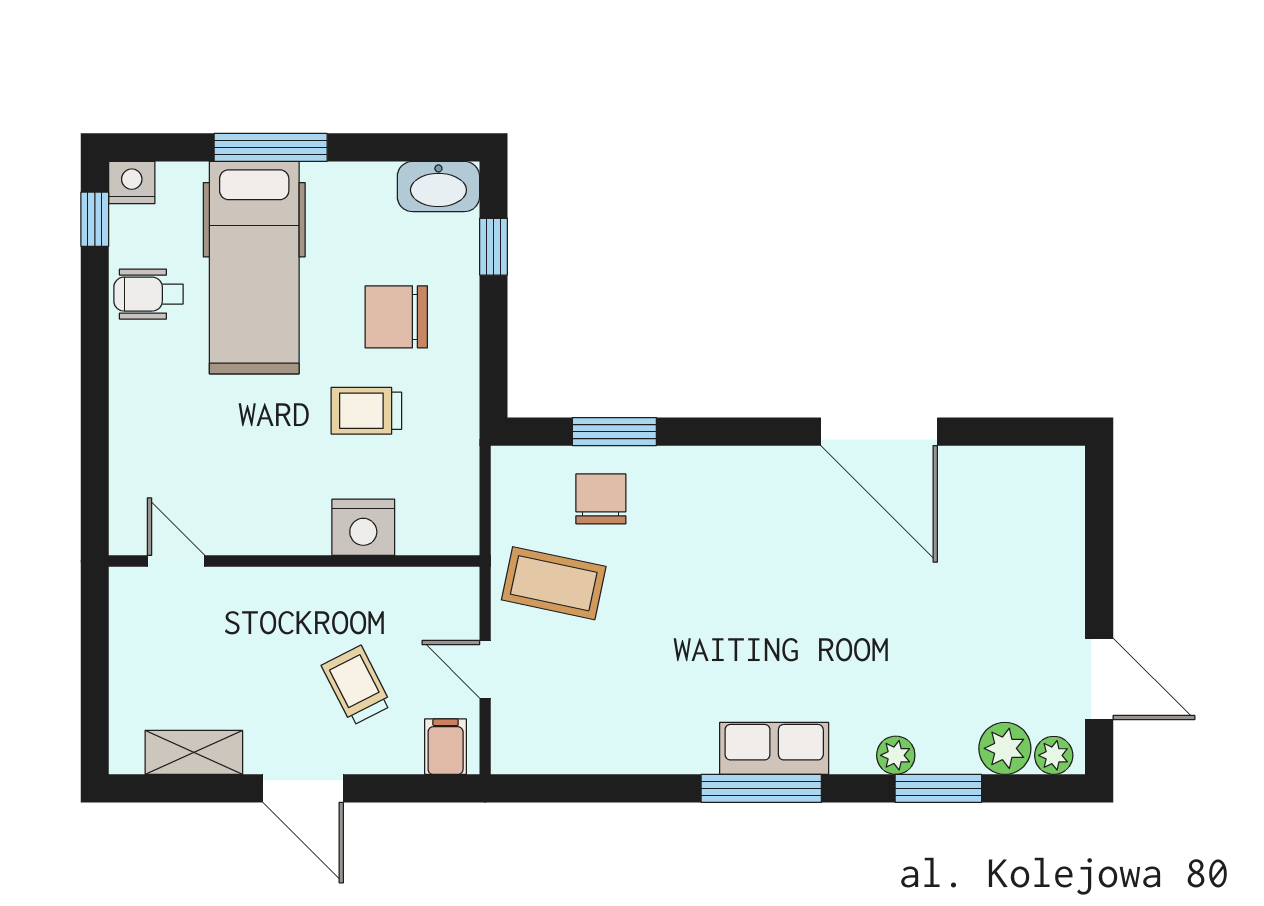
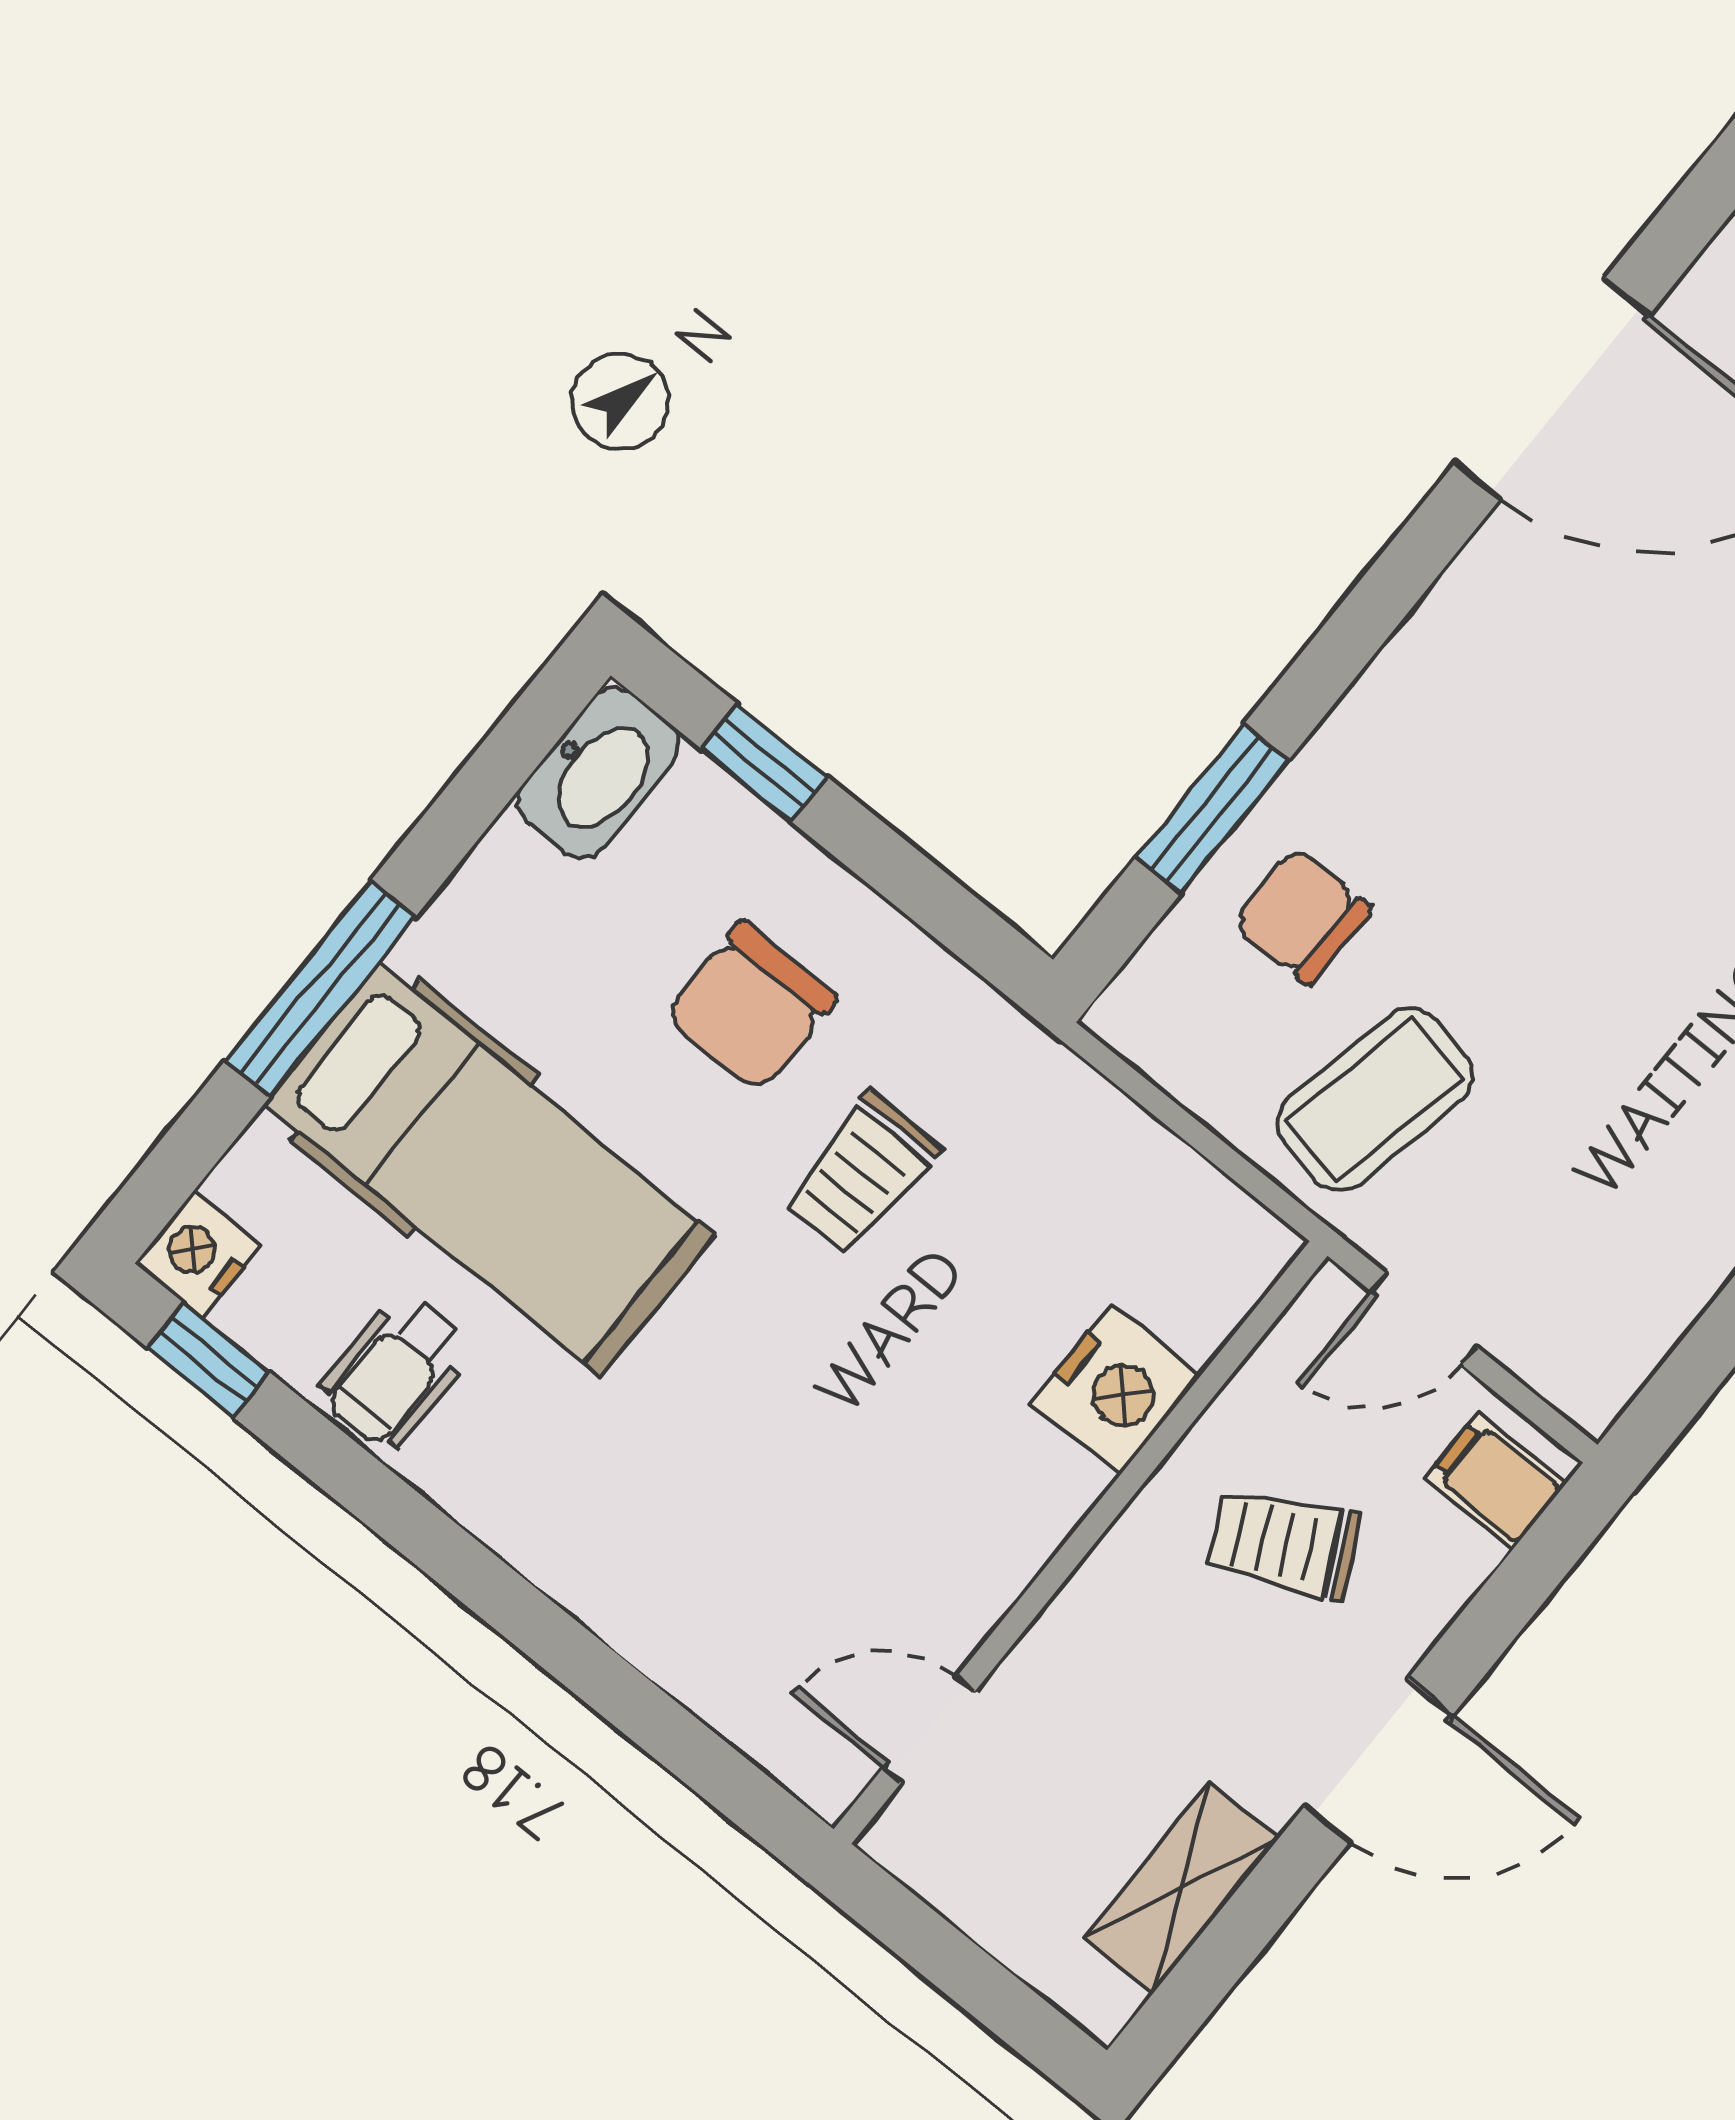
nightstand: (363, 527) -> (1116, 1389), moved
door: (176, 561) -> (929, 1730), moved
wall: (294, 561) -> (1081, 1543), moved

